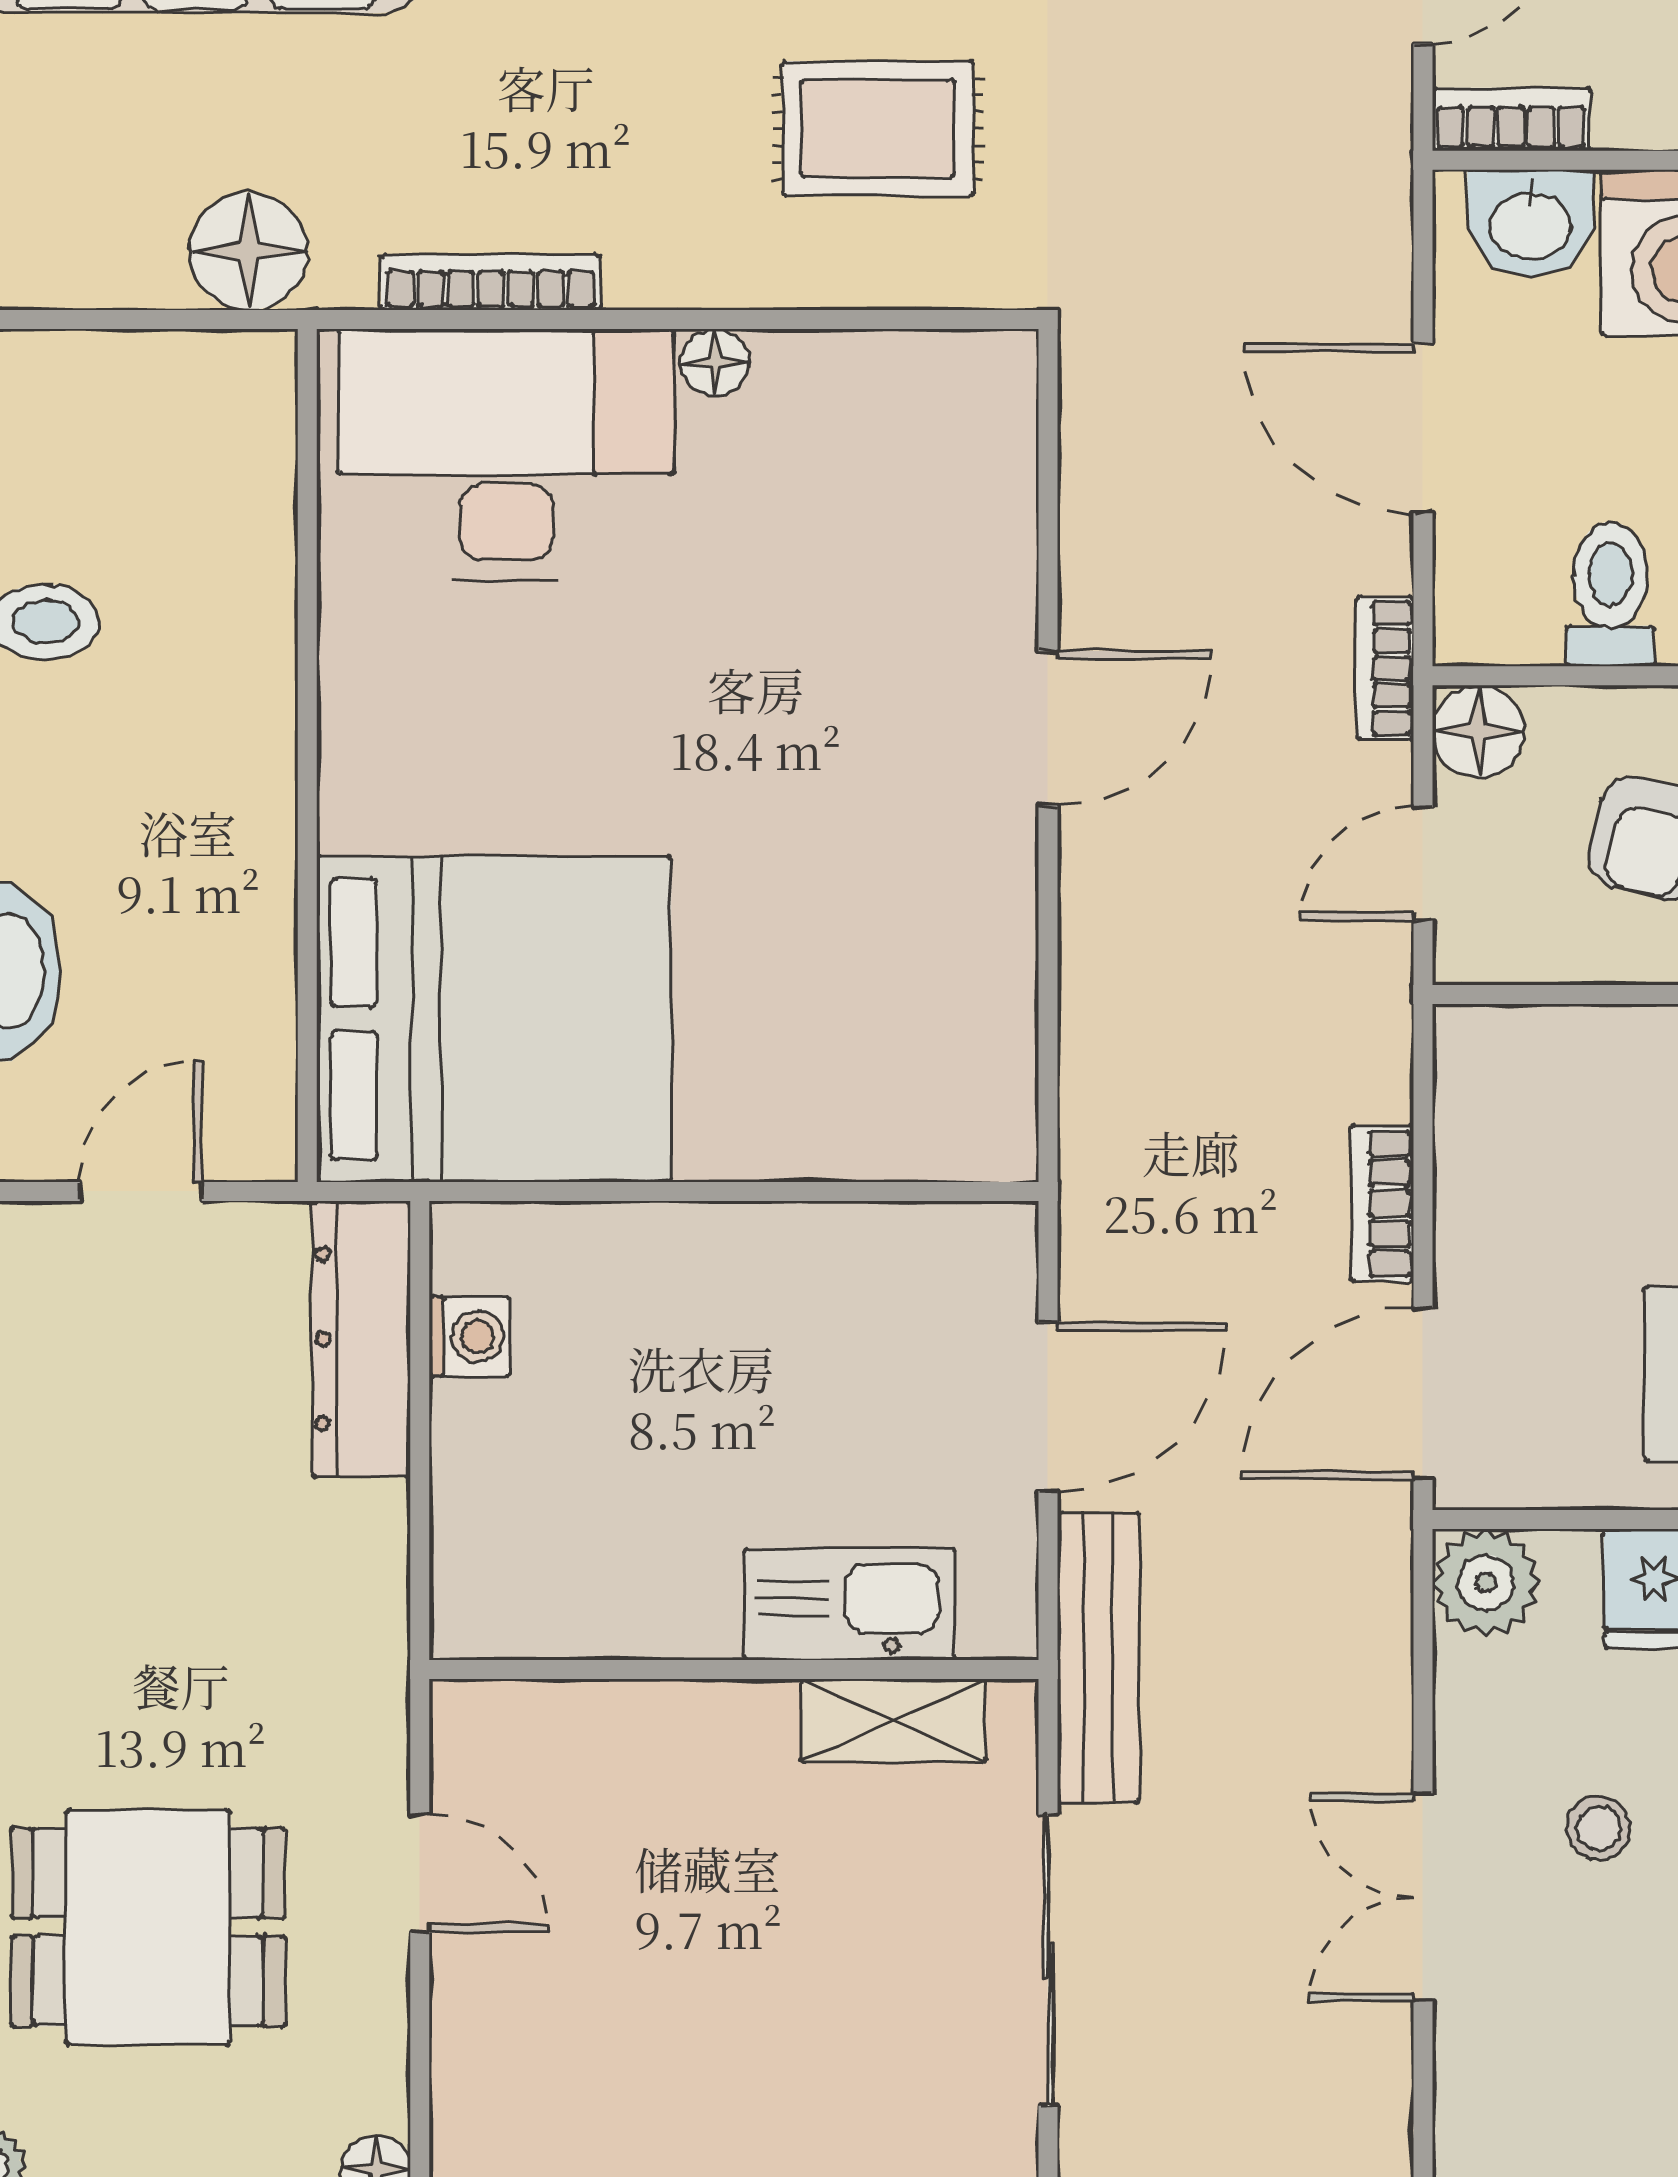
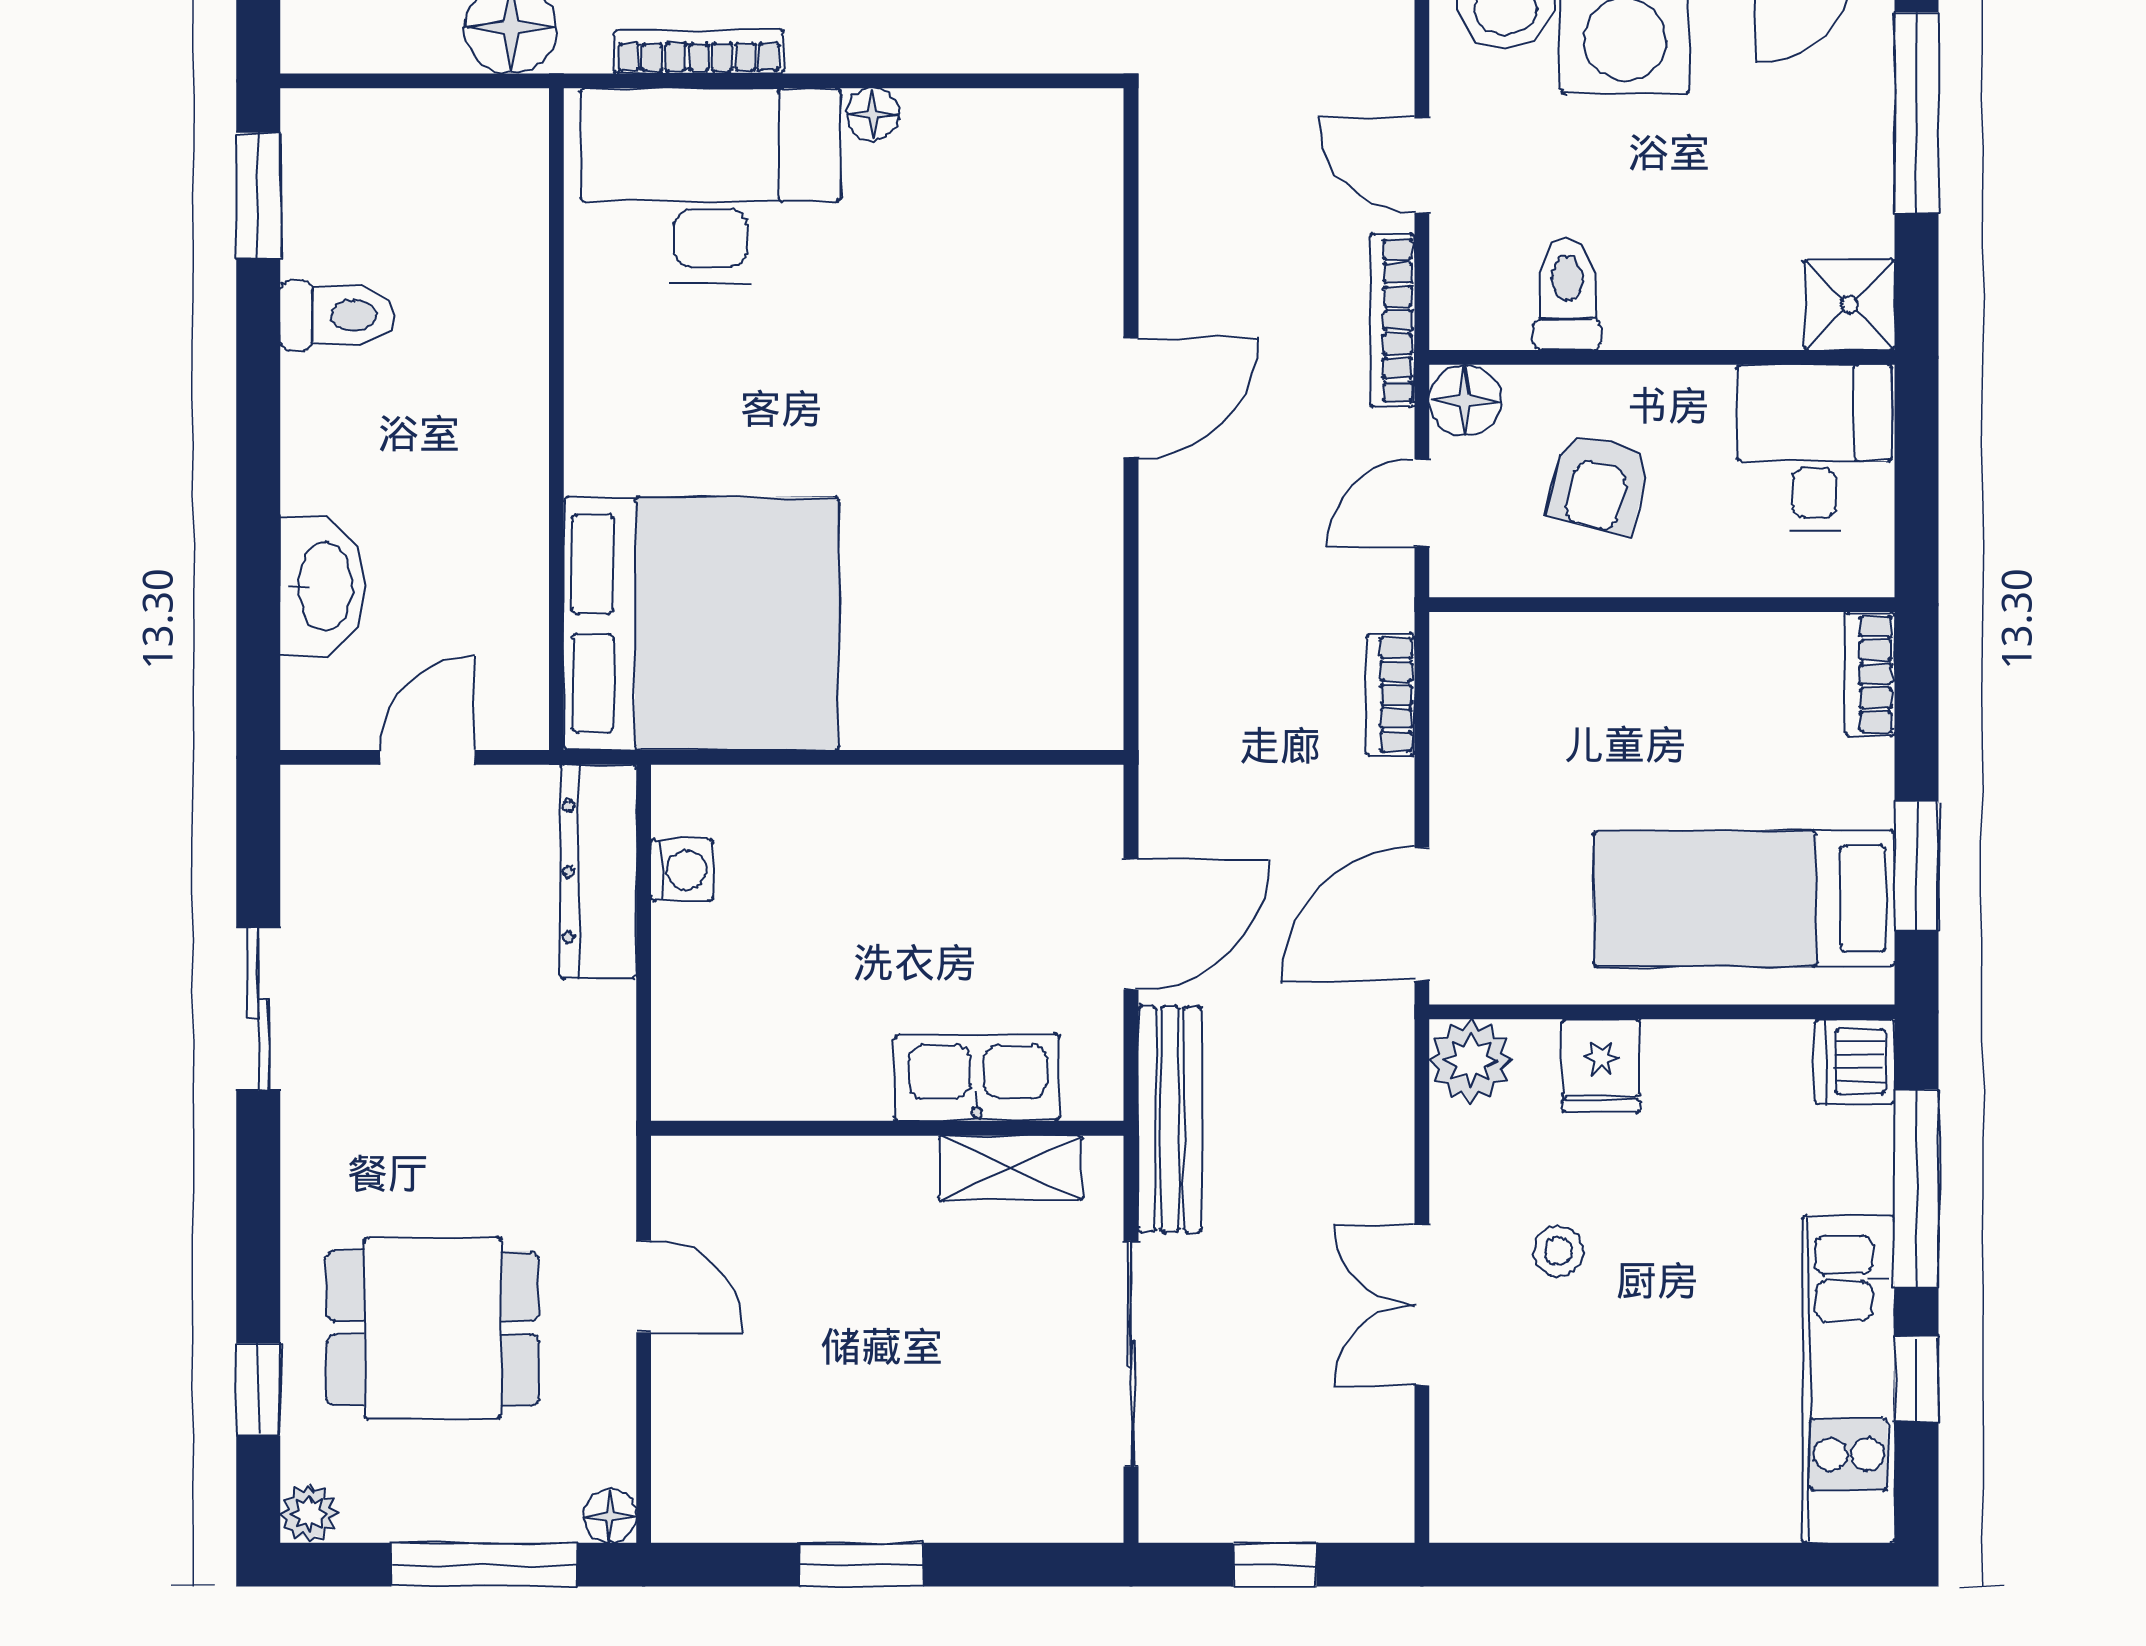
door: (1423, 428) -> (1422, 165), width x0.73
bookcase: (1385, 668) -> (1392, 320), width x1.56
bookcase: (1382, 1203) -> (1390, 695), moved

